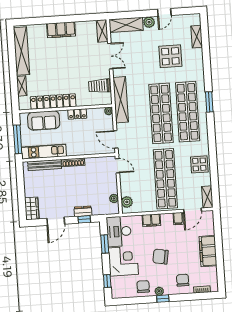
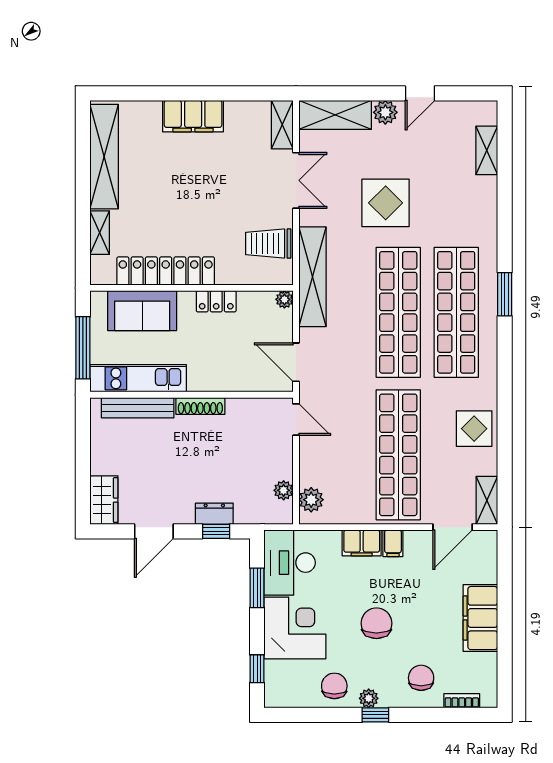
display table: (170, 56) -> (386, 203), moved
filing cabinet: (178, 219) -> (393, 543), moved
chair: (161, 257) -> (376, 623), turned 80

